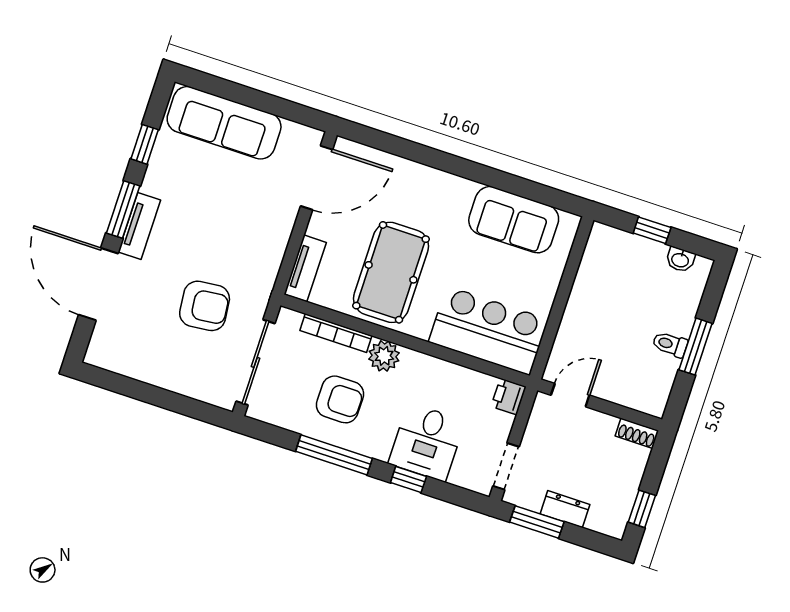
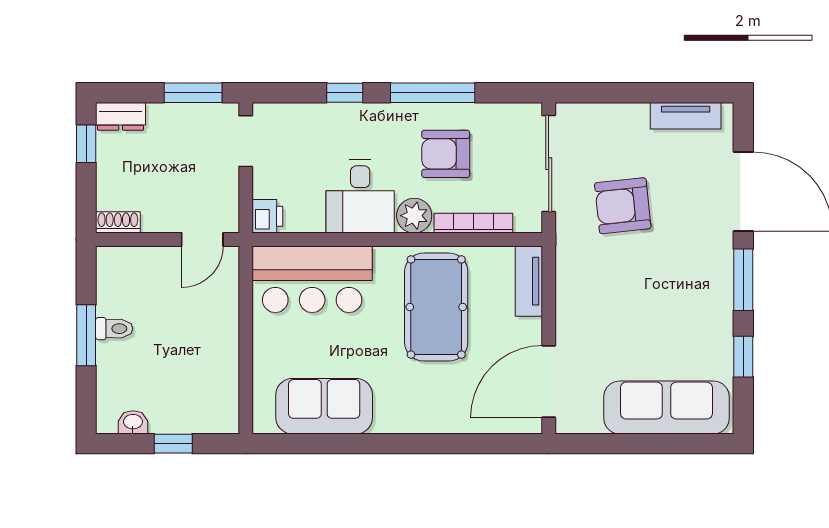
tv unit: (139, 226) -> (686, 116), moved, turned -90
desk: (427, 442) -> (360, 196), moved, turned 180
dresser: (565, 509) -> (121, 116), moved

